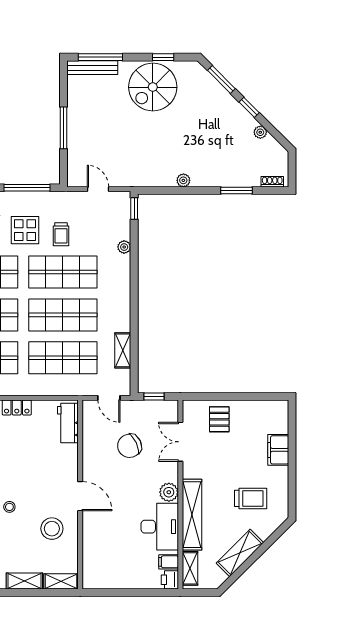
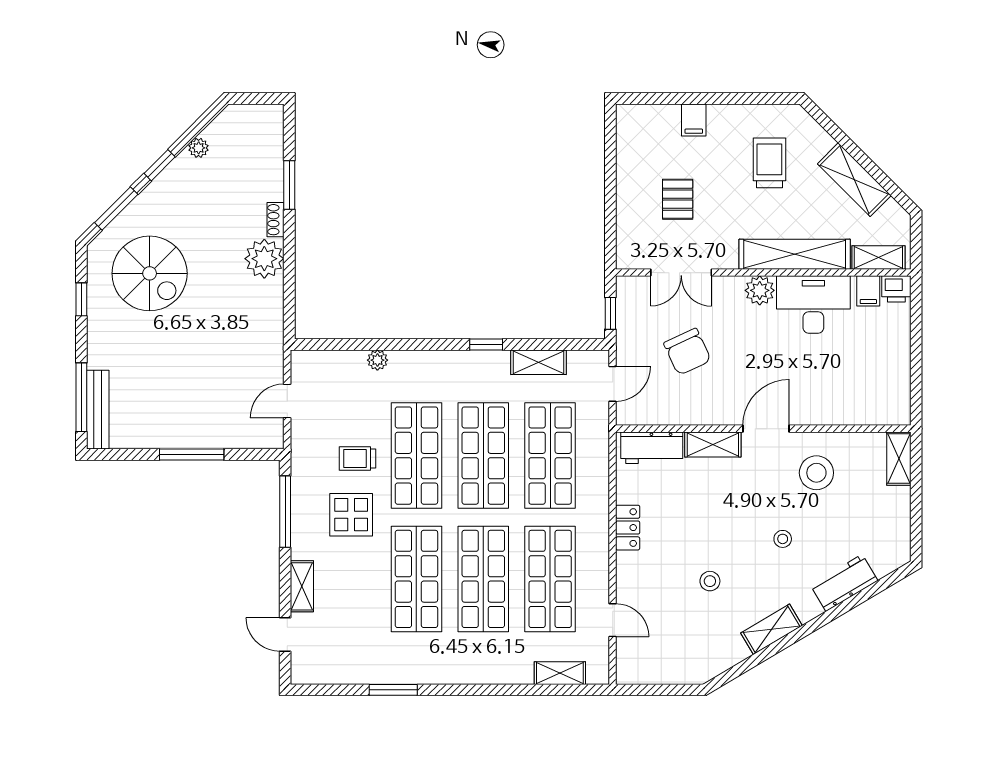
spiral stairs: (153, 87) -> (150, 273), moved
plant: (183, 180) -> (264, 259), width x1.87, depth x1.87
shoe rack: (272, 182) -> (276, 220), moved
window: (134, 209) -> (486, 344), moved
trolley: (61, 234) -> (358, 458), turned 180
pallet: (219, 419) -> (678, 199), moved, turned 90
filing cabinet: (278, 450) -> (694, 120), width x0.50
shelving: (24, 581) -> (713, 444), moved, turned 90

